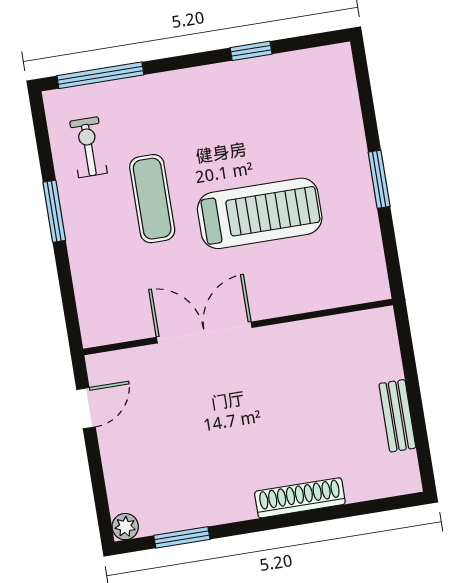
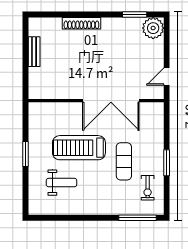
window: (251, 51) -> (71, 218), removed
weight bench: (287, 127) -> (61, 183), added
double door: (204, 332) -> (111, 101), width x1.36
plant: (125, 527) -> (153, 28), width x1.88, depth x1.88

